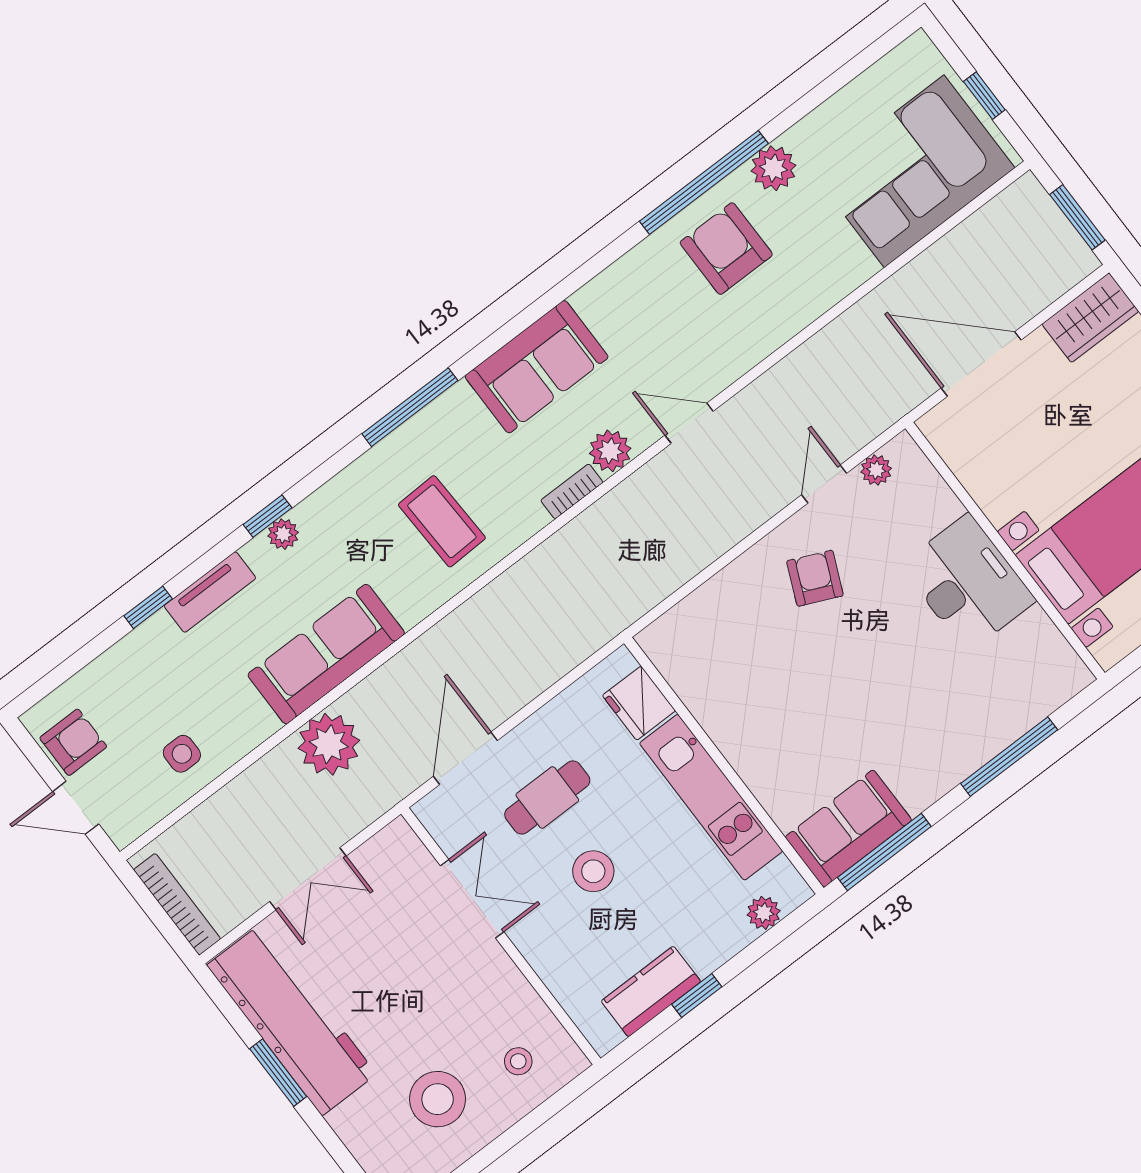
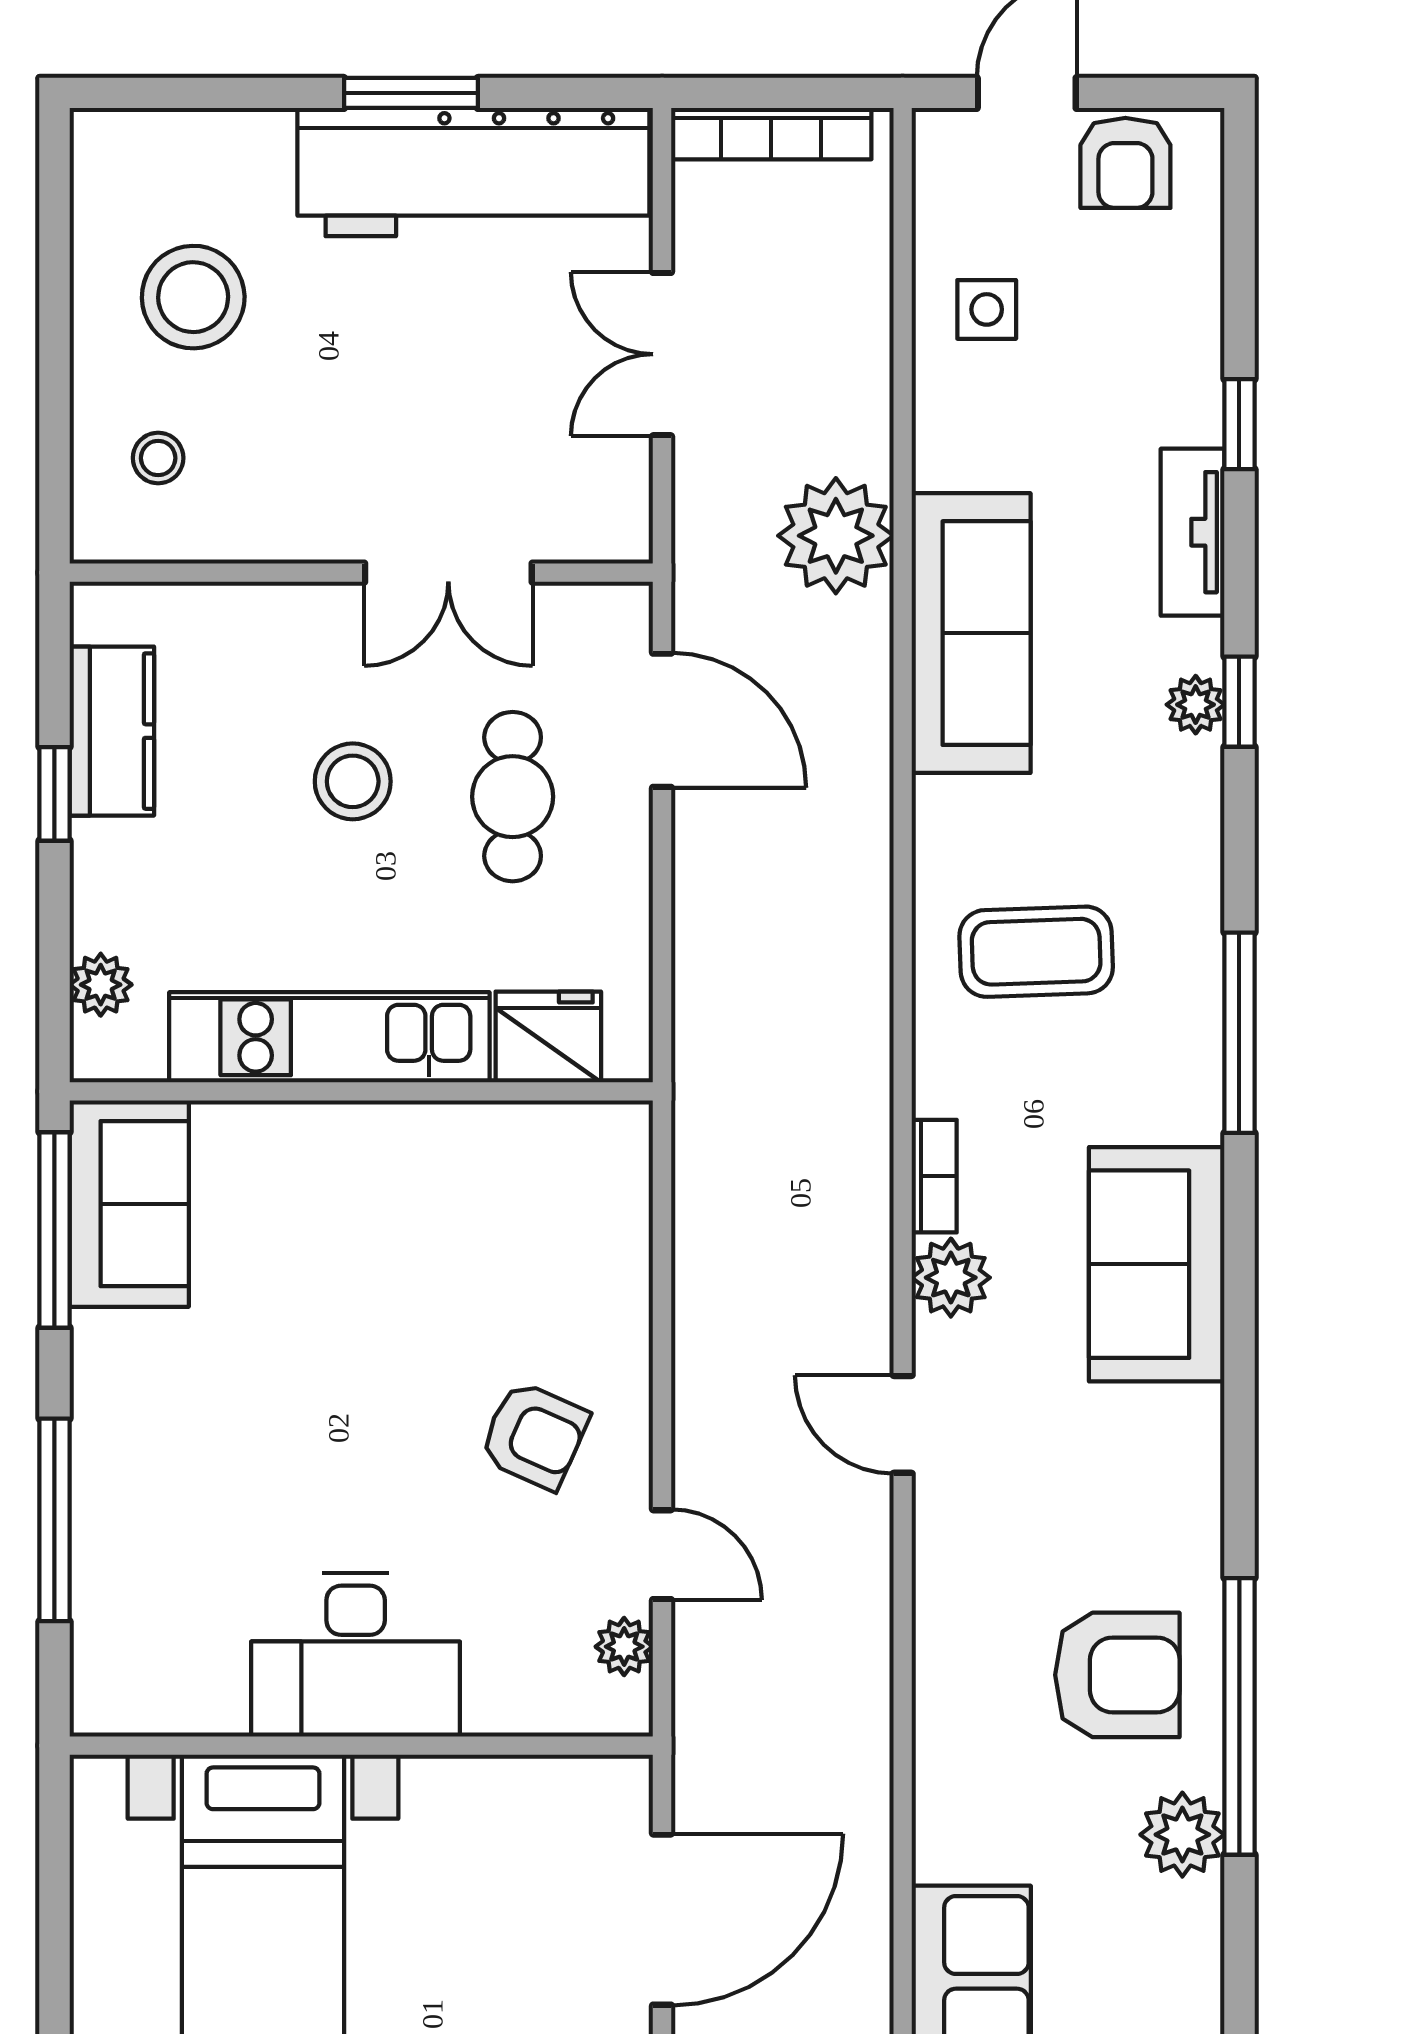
door: (689, 423) -> (903, 1424), swing flipped

